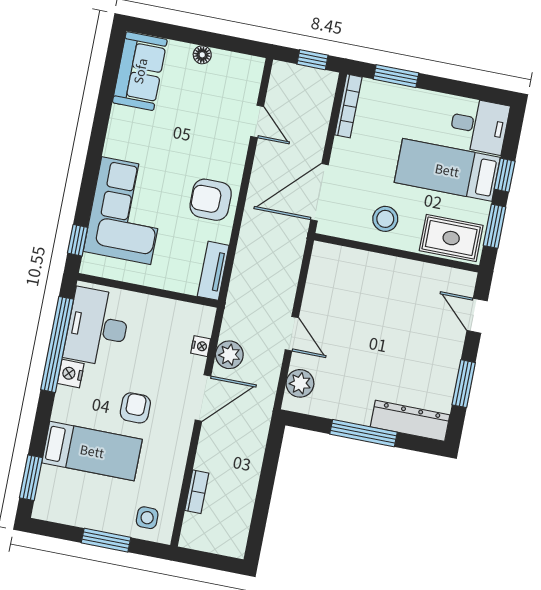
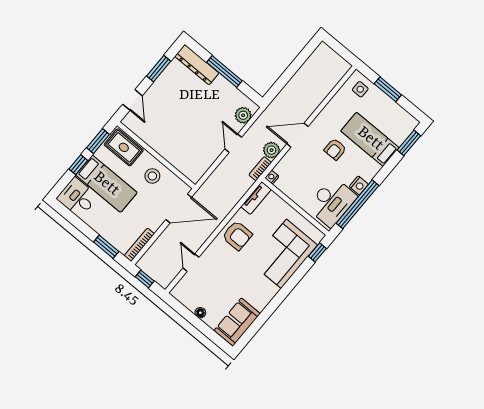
nightstand: (201, 346) -> (272, 177), moved
bookcase: (197, 492) -> (260, 169), moved

